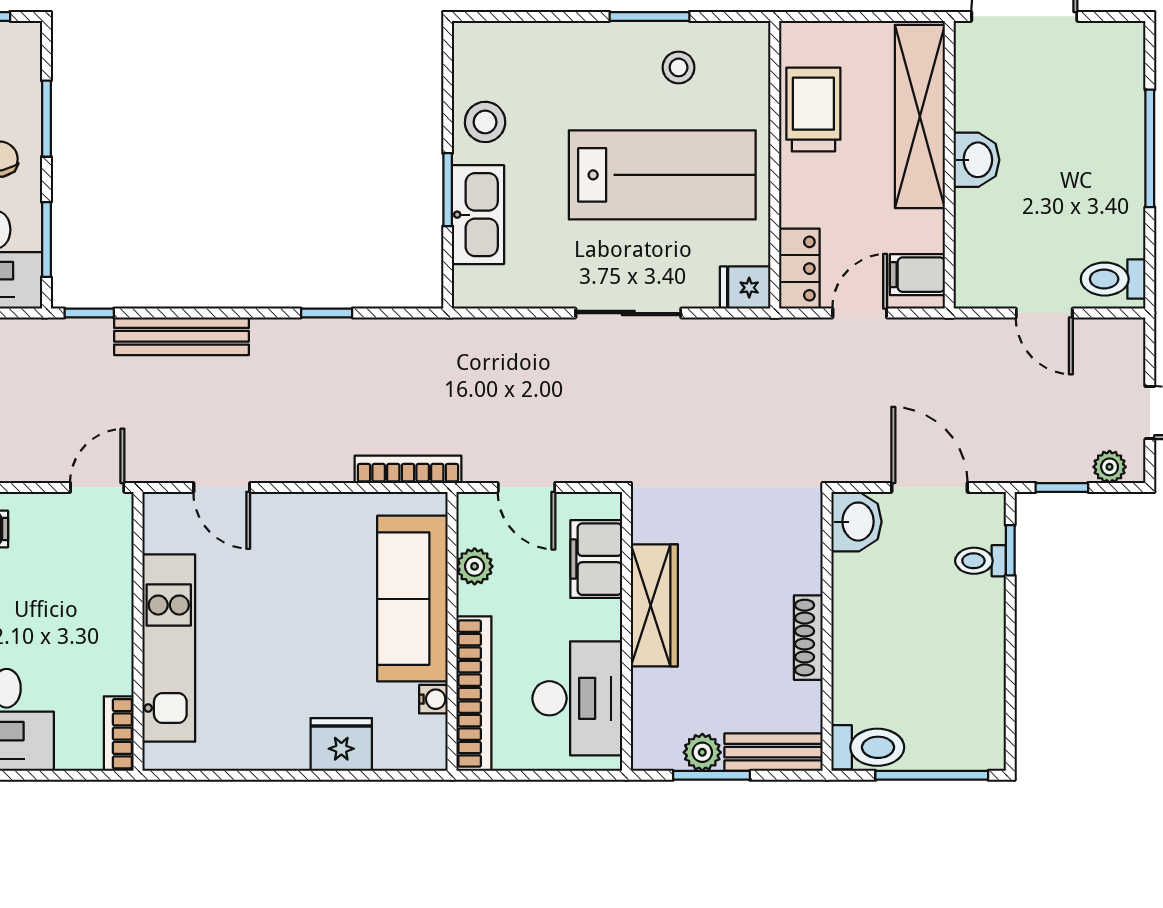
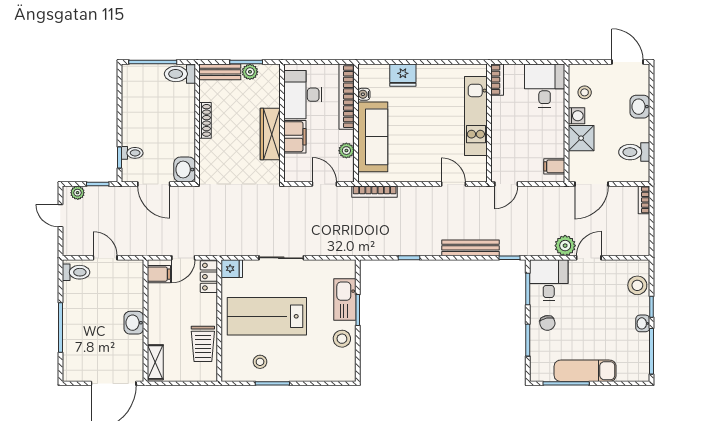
shelving: (920, 116) -> (155, 362), width x0.45, depth x0.75
filing cabinet: (596, 559) -> (295, 137), moved

